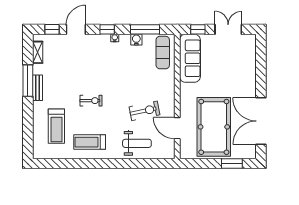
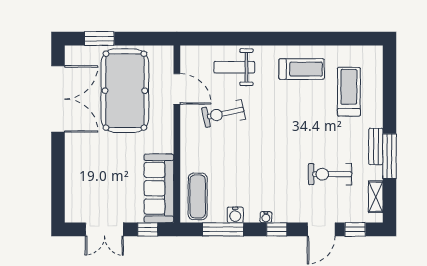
exercise bike: (91, 101) -> (330, 174), moved, width x1.38, depth x1.39

